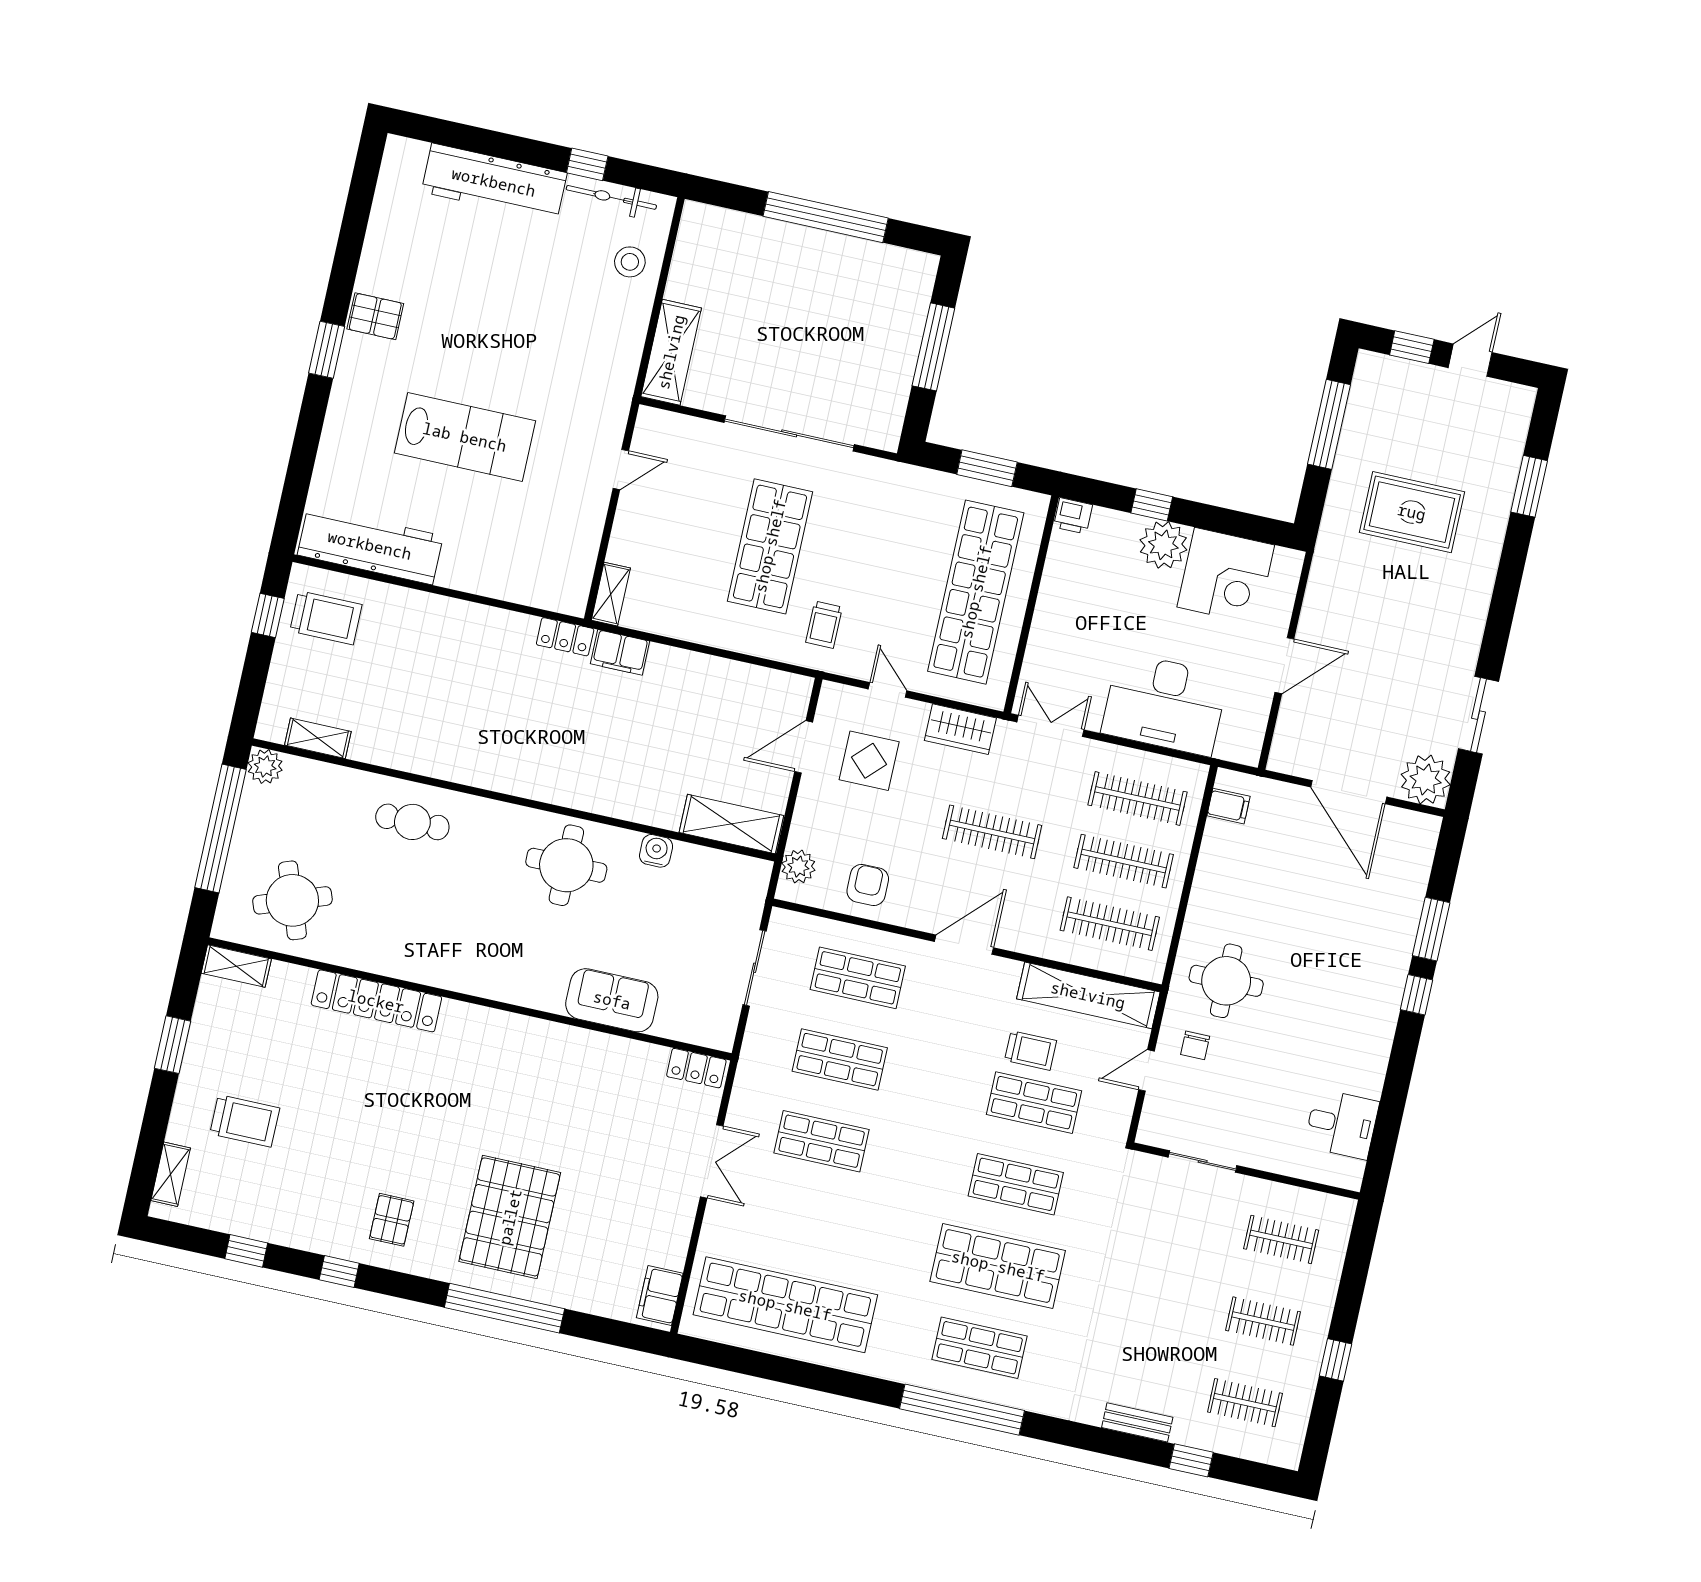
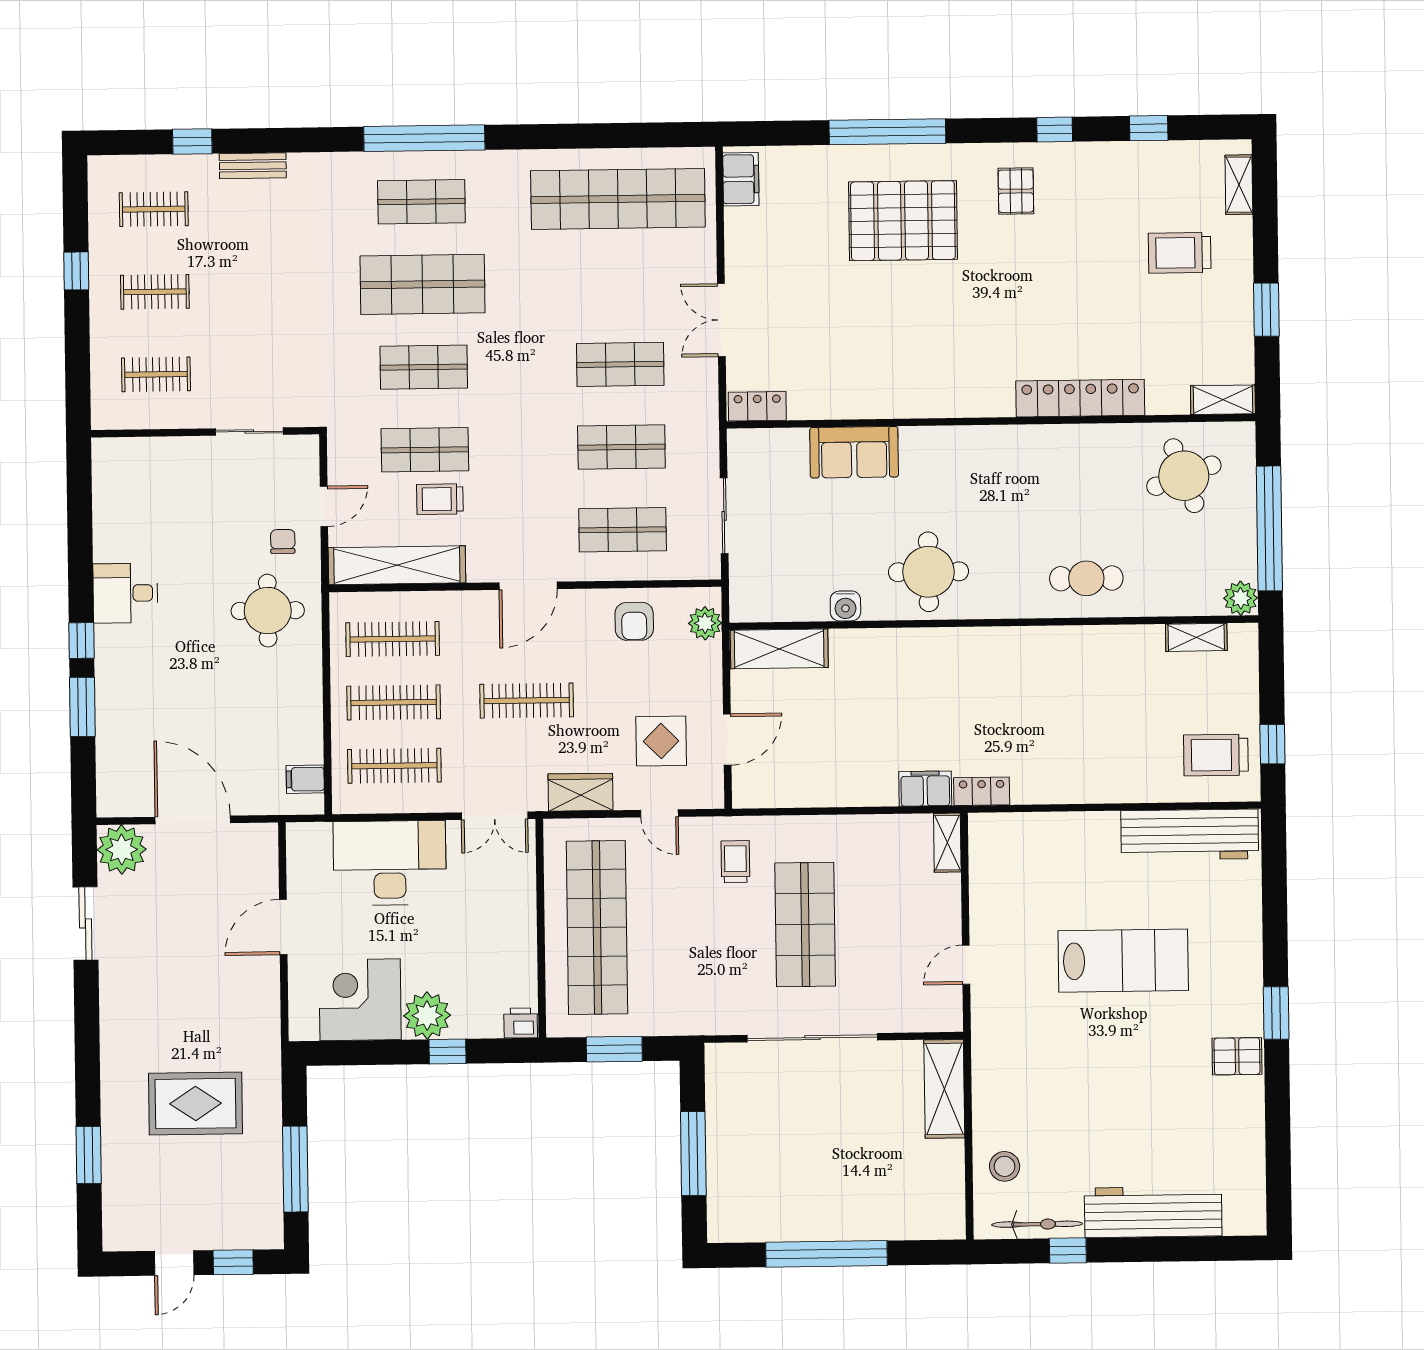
lab bench: (465, 437) -> (1123, 961), turned 180
desk: (1342, 1124) -> (125, 593), moved
pallet: (510, 1217) -> (903, 221), turned 90

